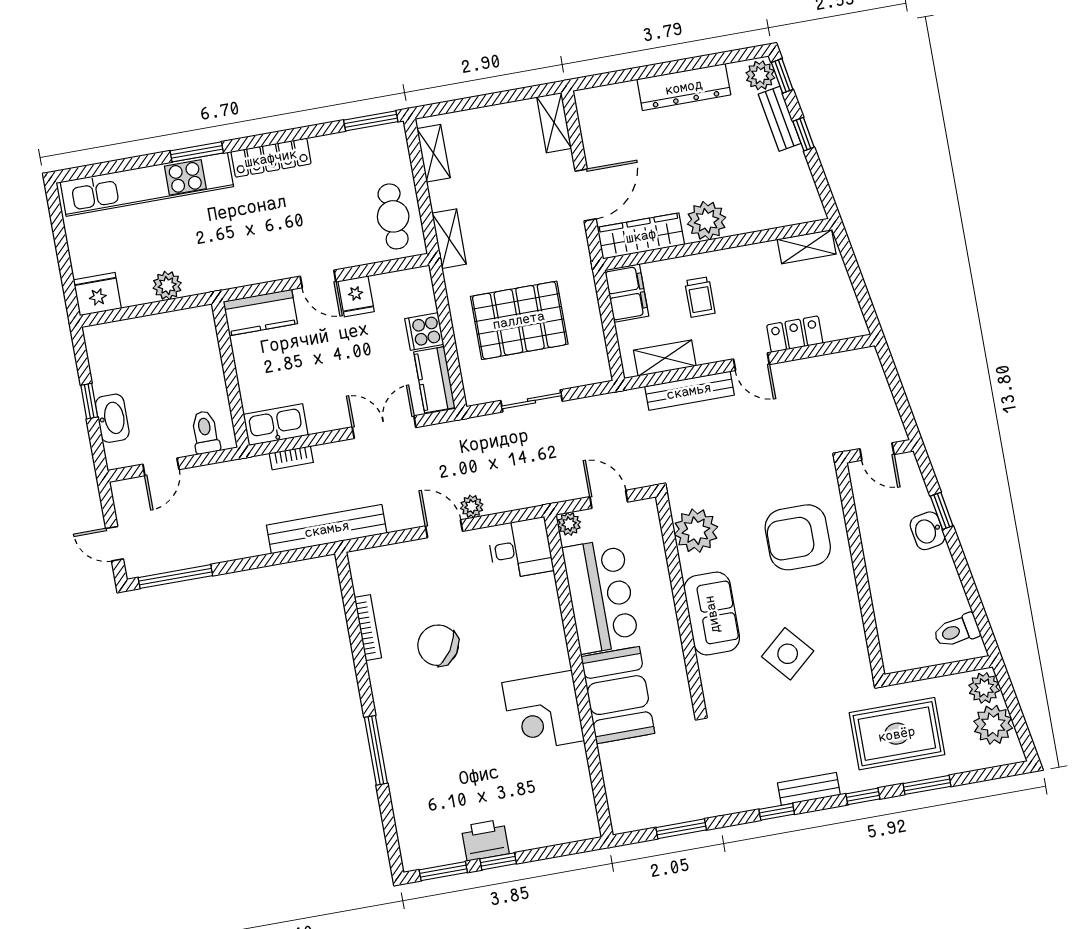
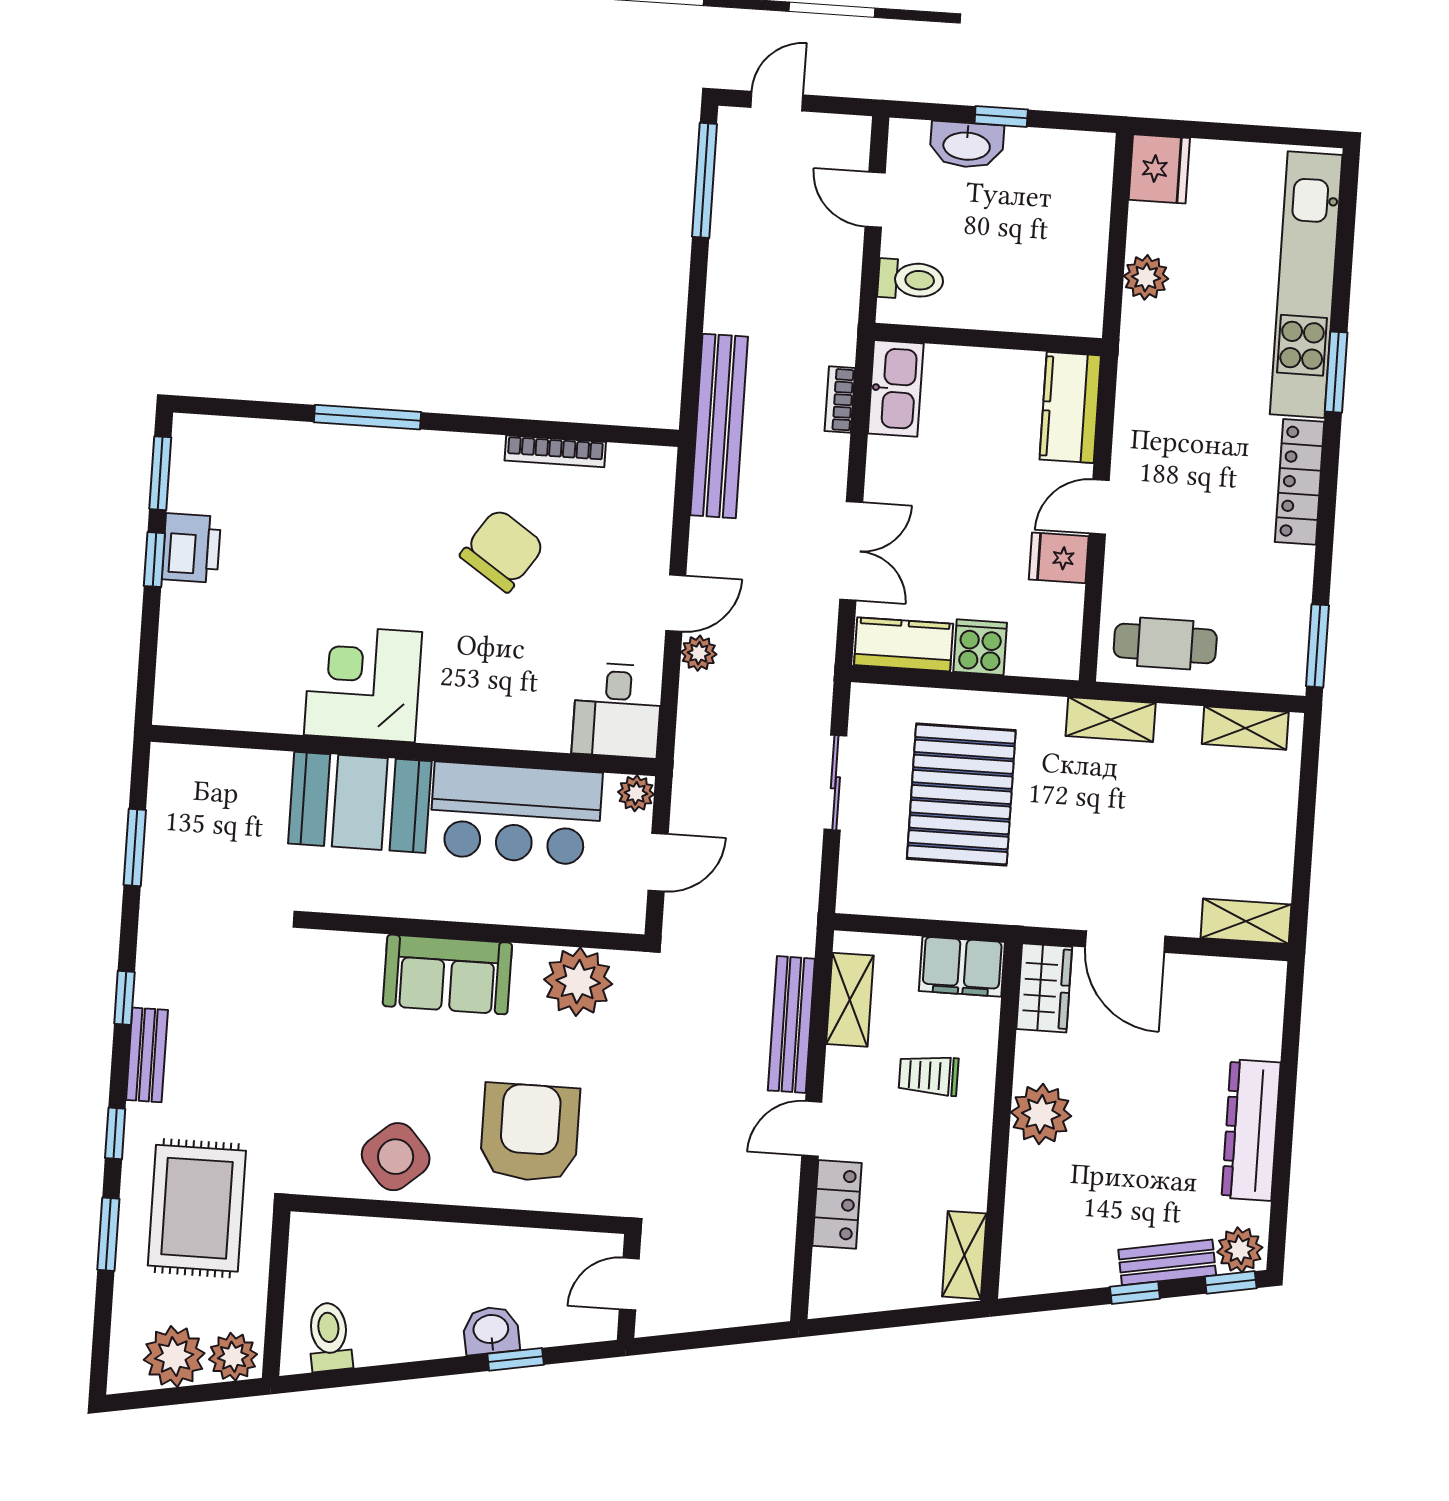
wardrobe: (641, 236) -> (1044, 988), width x0.67
side table: (788, 654) -> (396, 1157), moved

